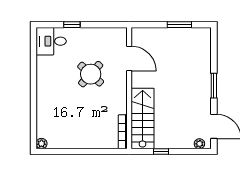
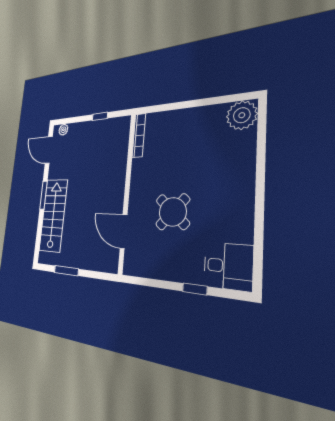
stairs: (143, 118) -> (53, 215), moved, turned 180
plant: (41, 144) -> (242, 115), width x1.87, depth x1.87

